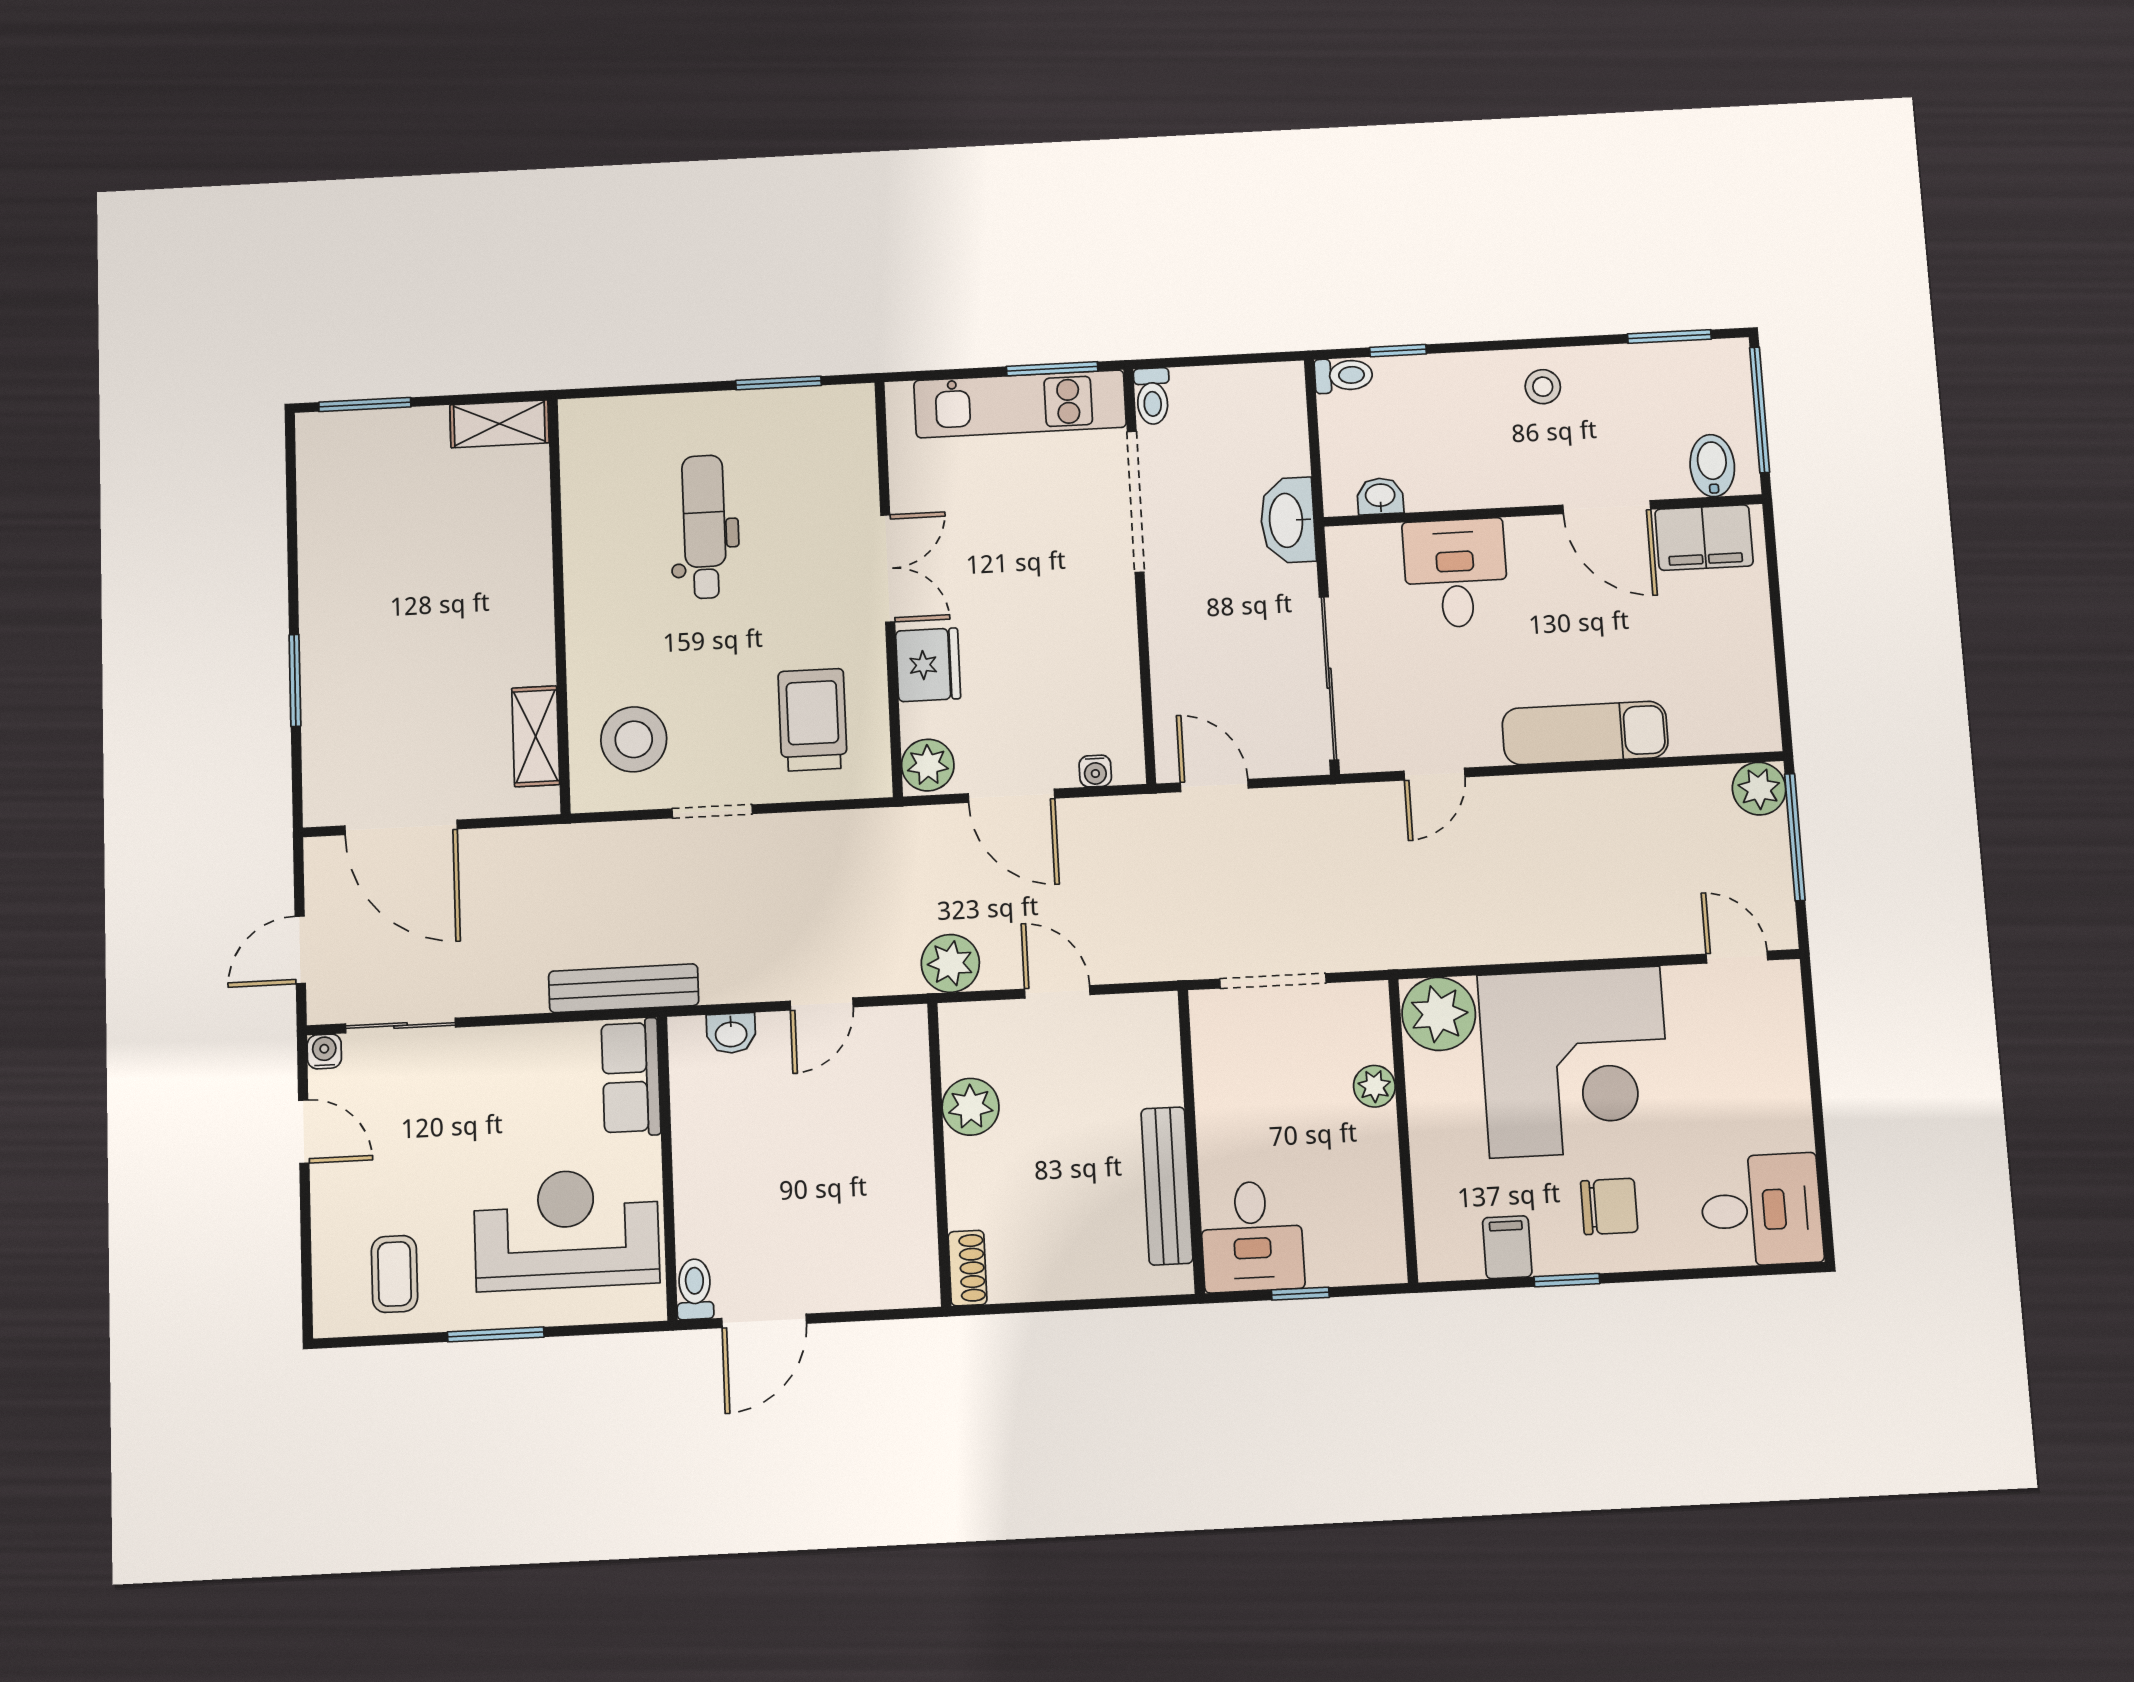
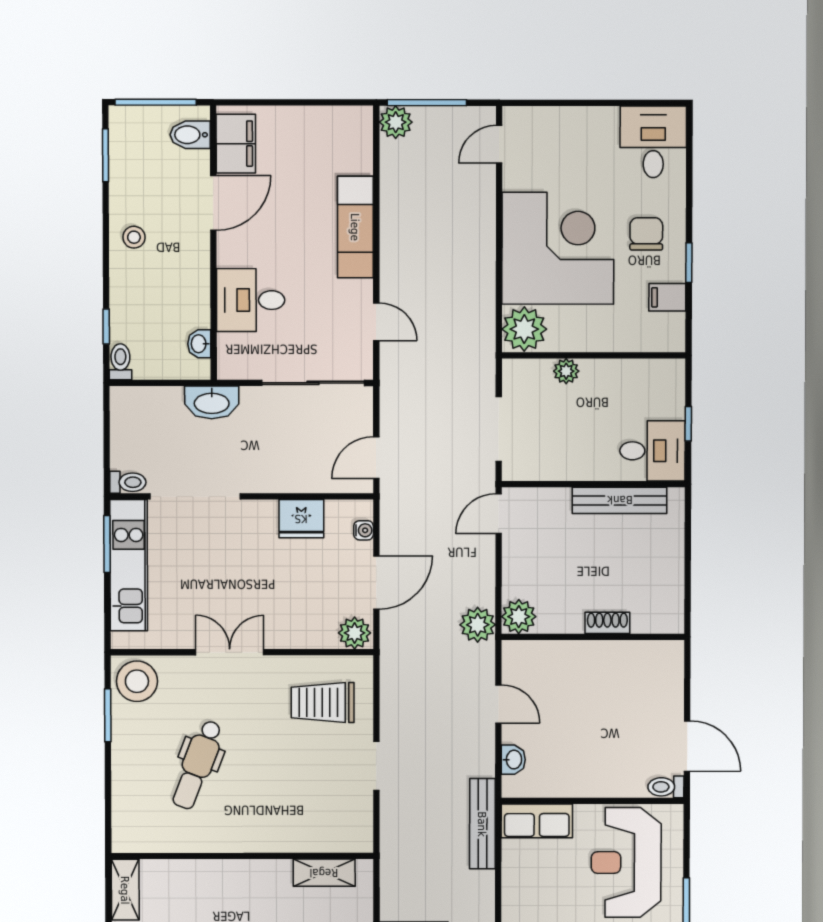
dental chair: (704, 527) -> (197, 765), turned -69
fridge: (928, 665) -> (301, 519), moved, turned 180
stool: (634, 739) -> (137, 681), moved
door: (1057, 992) -> (499, 514), moved
plant: (971, 1107) -> (519, 617), moved
shoe rack: (967, 1268) -> (607, 623), moved

